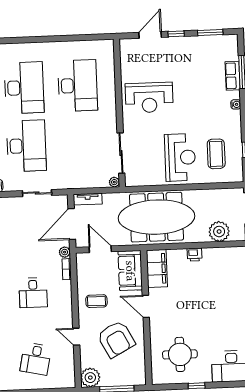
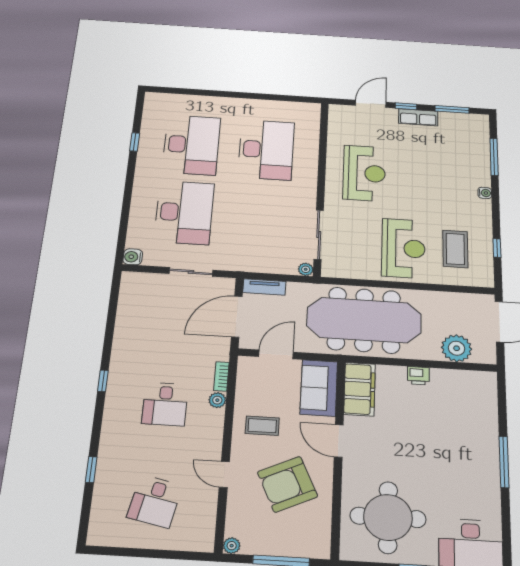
row of seats: (233, 76) -> (418, 117), moved, turned -90
reception desk: (149, 98) -> (364, 173), turned -90
door: (100, 249) -> (276, 354), hinge flipped
plant: (65, 252) -> (217, 400), moved
armchair: (116, 339) -> (287, 484), turned 93
round table: (180, 354) -> (388, 517), width x1.36, depth x1.36
plant: (90, 378) -> (232, 546), width x0.53, depth x0.53

